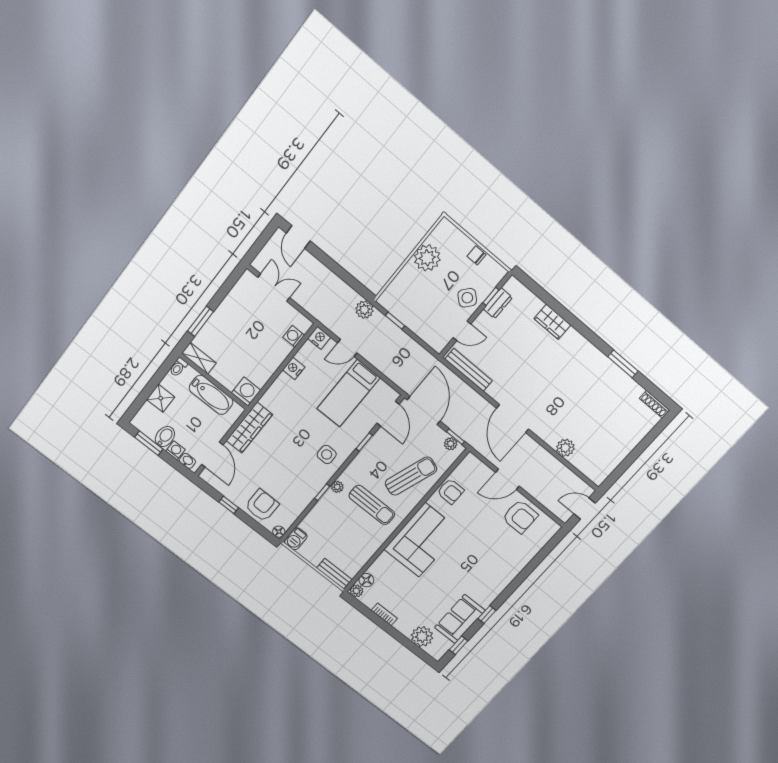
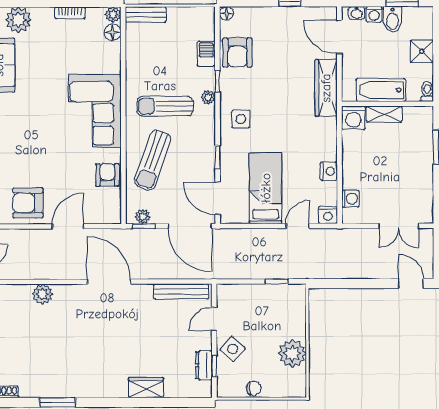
plant: (364, 310) -> (309, 269), removed
shelving: (199, 358) -> (384, 114), moved
armchair: (450, 491) -> (107, 175), turned 90
armchair: (262, 505) -> (237, 53), moved
barbecue: (296, 539) -> (206, 54), moved

